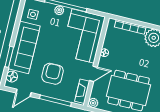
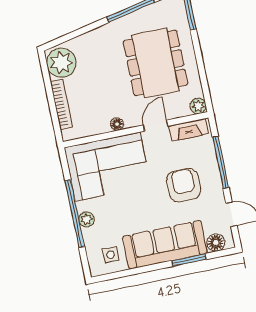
armchair: (53, 74) -> (184, 185), turned 90
door: (93, 74) -> (156, 126), hinge flipped

